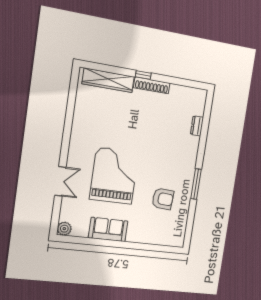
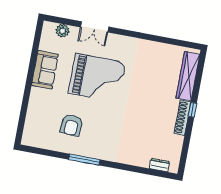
dresser: (197, 126) -> (159, 165), moved
plant: (64, 229) -> (62, 31), moved

